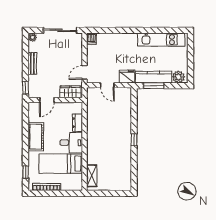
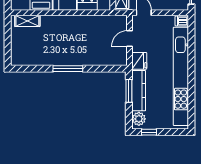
kitchen unit: (161, 40) -> (181, 76), width x1.86
window: (190, 68) -> (149, 132), added
window: (134, 140) -> (68, 69), width x2.17

